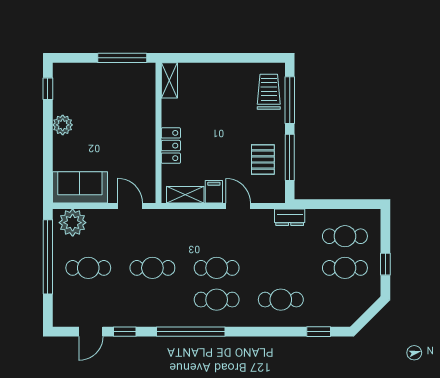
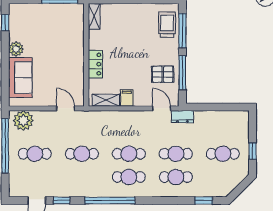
pallet: (263, 159) -> (163, 74), turned 90
sofa: (80, 187) -> (20, 78), moved, turned 90
door: (238, 206) -> (162, 108), moved
cafe table: (345, 236) -> (176, 154), moved

